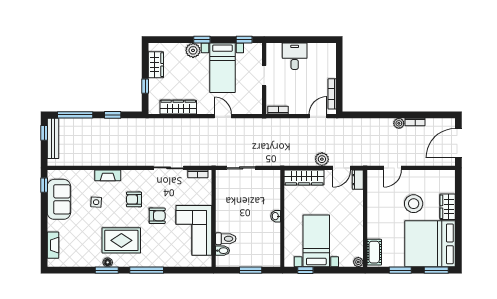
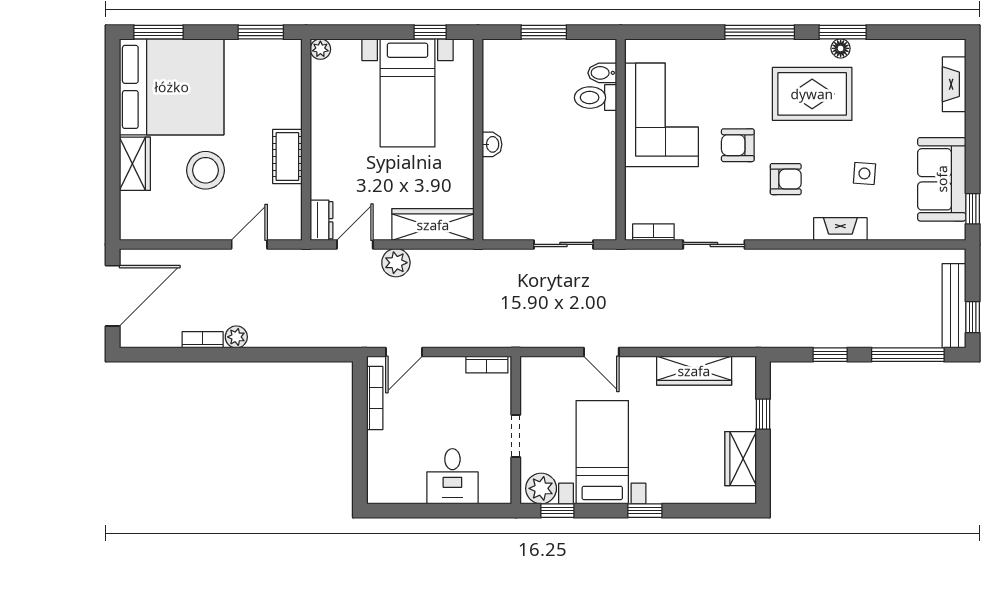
plant: (193, 50) -> (541, 488), moved
cot: (374, 252) -> (287, 157), moved
window: (400, 270) -> (261, 32), moved

